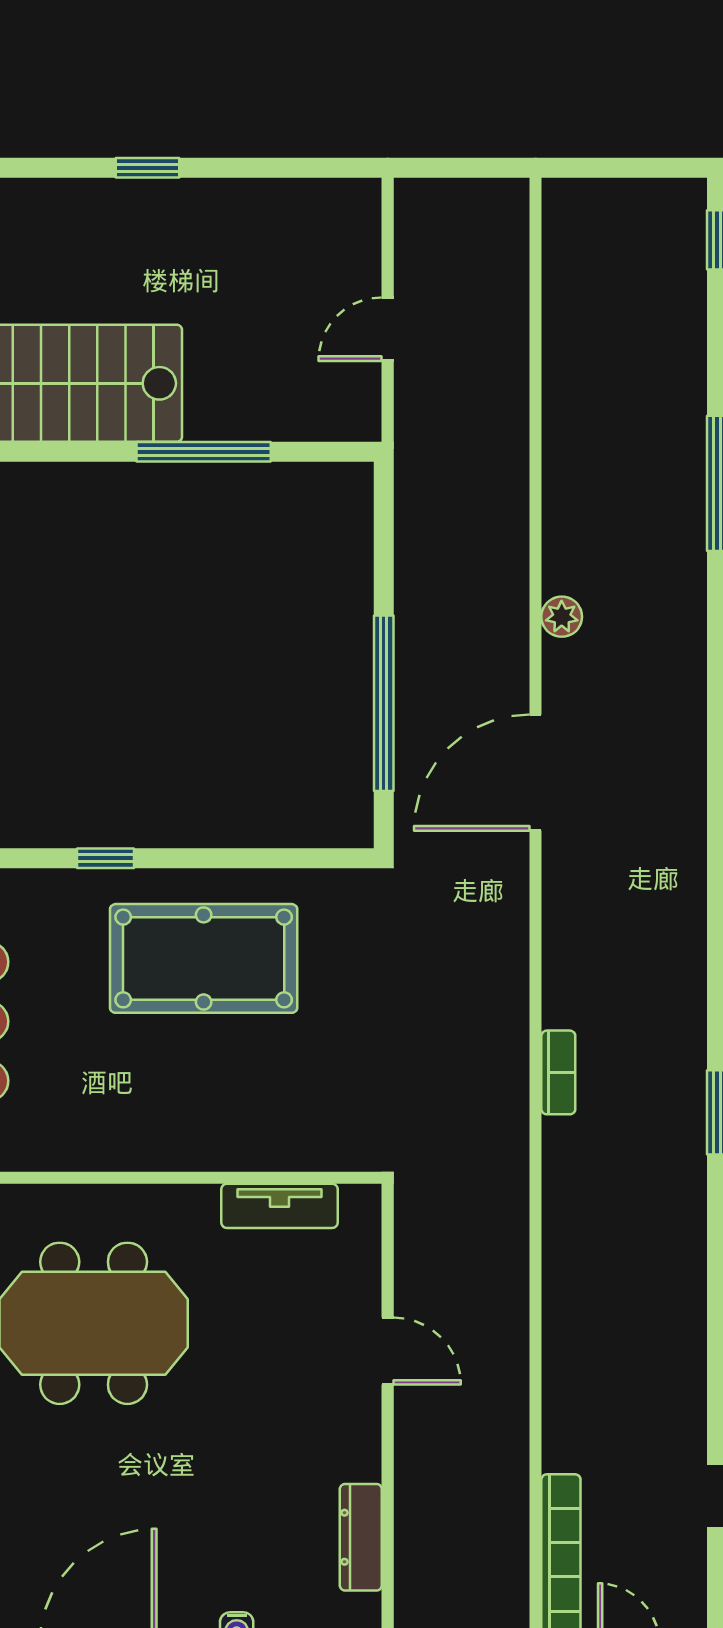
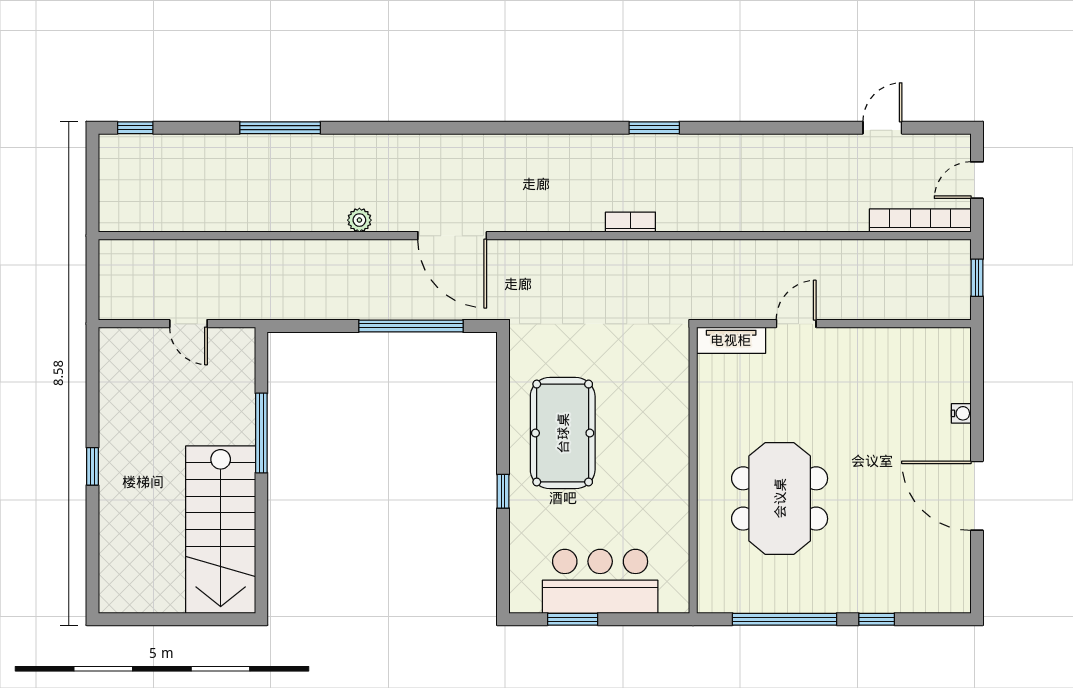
tv unit: (280, 1206) -> (731, 340), moved, turned 90
dresser: (361, 1537) -> (907, 340), removed

